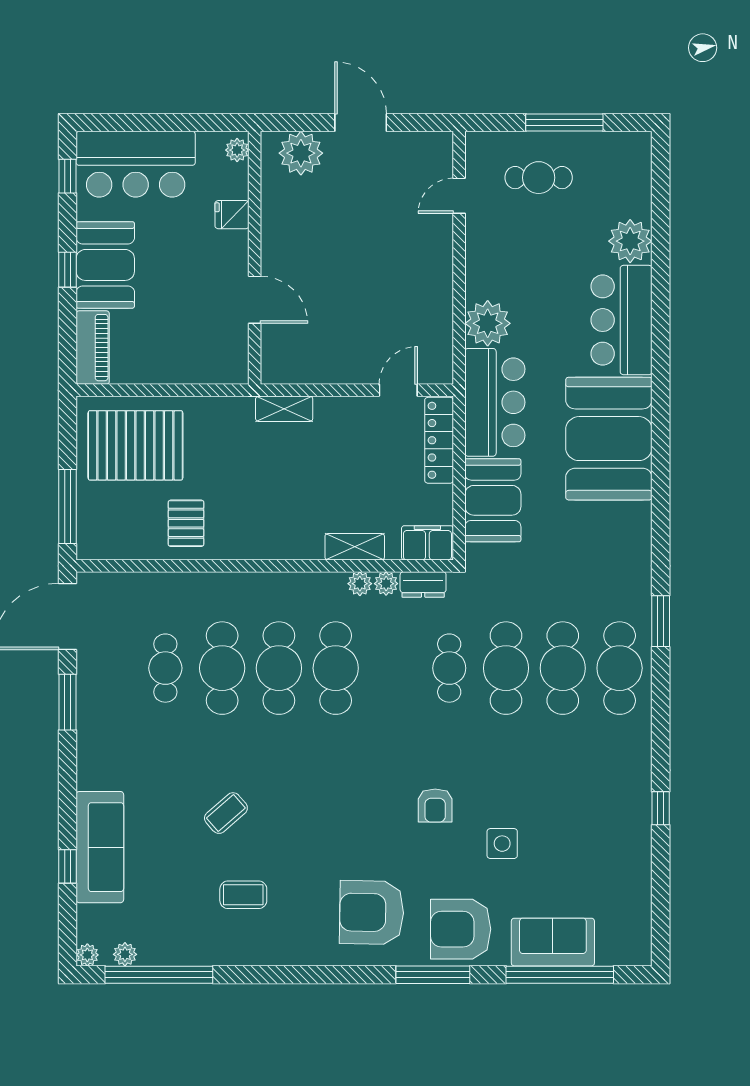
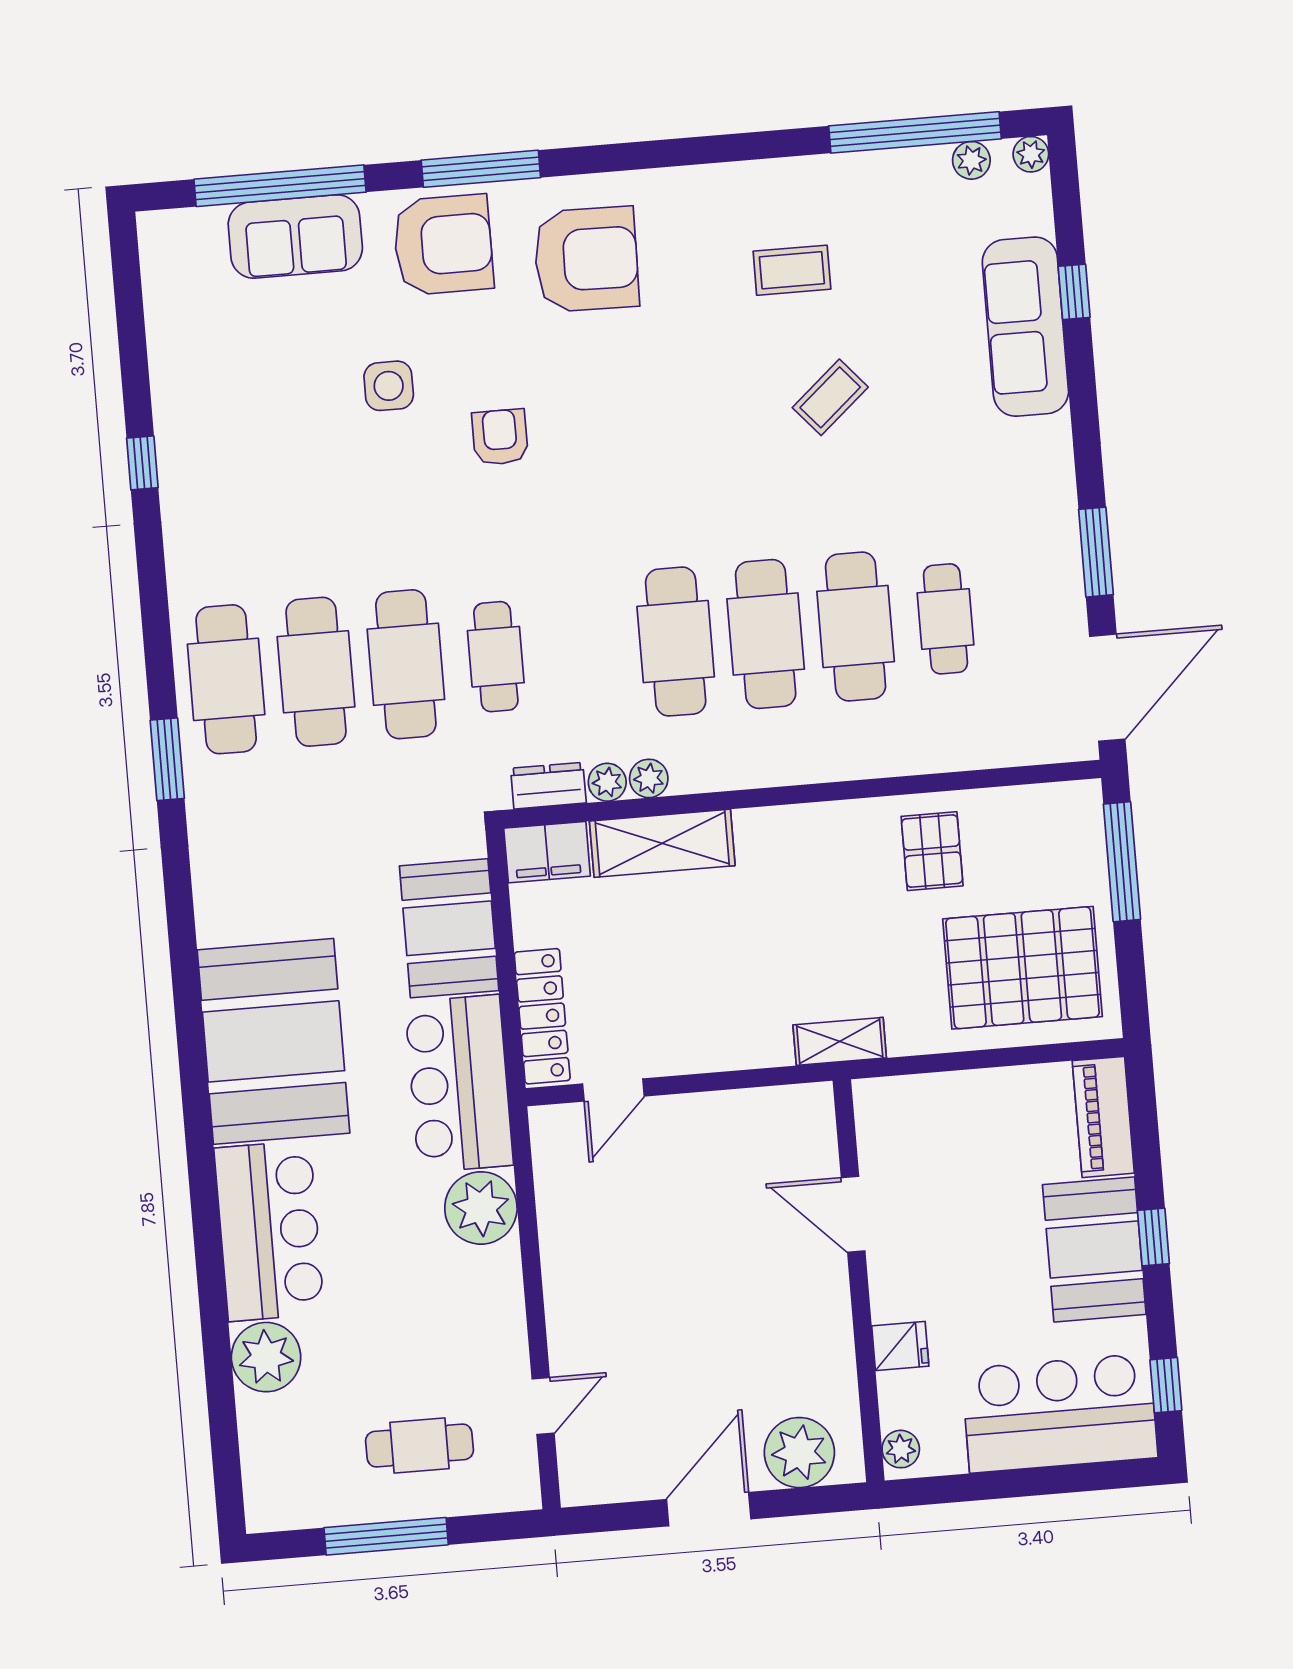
door: (361, 122) -> (709, 1509), swing flipped
shelving: (284, 409) -> (840, 1041), moved
shelving: (355, 547) -> (662, 843), width x1.50, depth x1.33

